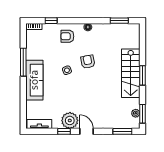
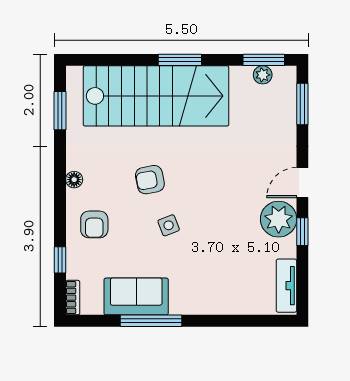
stairs: (131, 73) -> (156, 96), width x1.36, depth x1.51
sofa: (34, 80) -> (136, 296), moved, width x0.73

